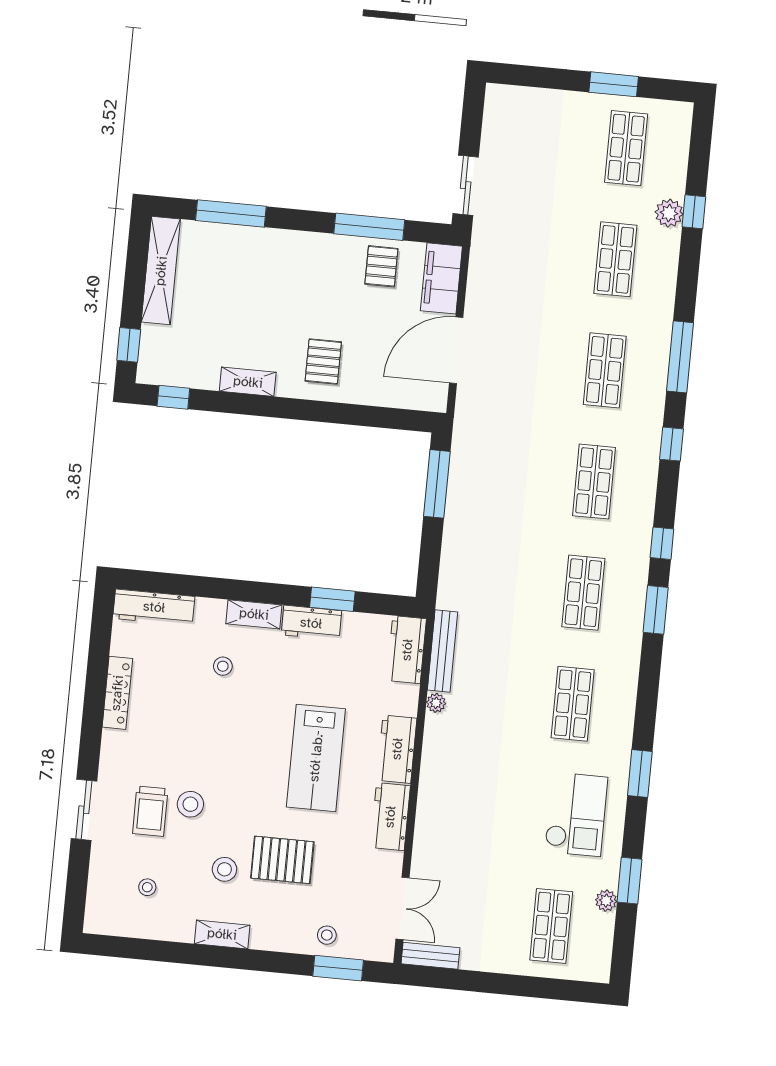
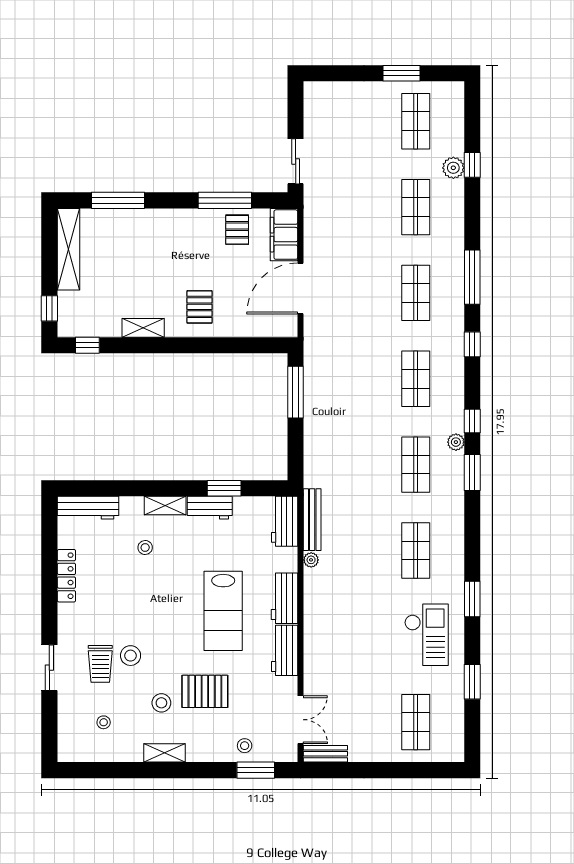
plant: (606, 901) -> (456, 442), moved

